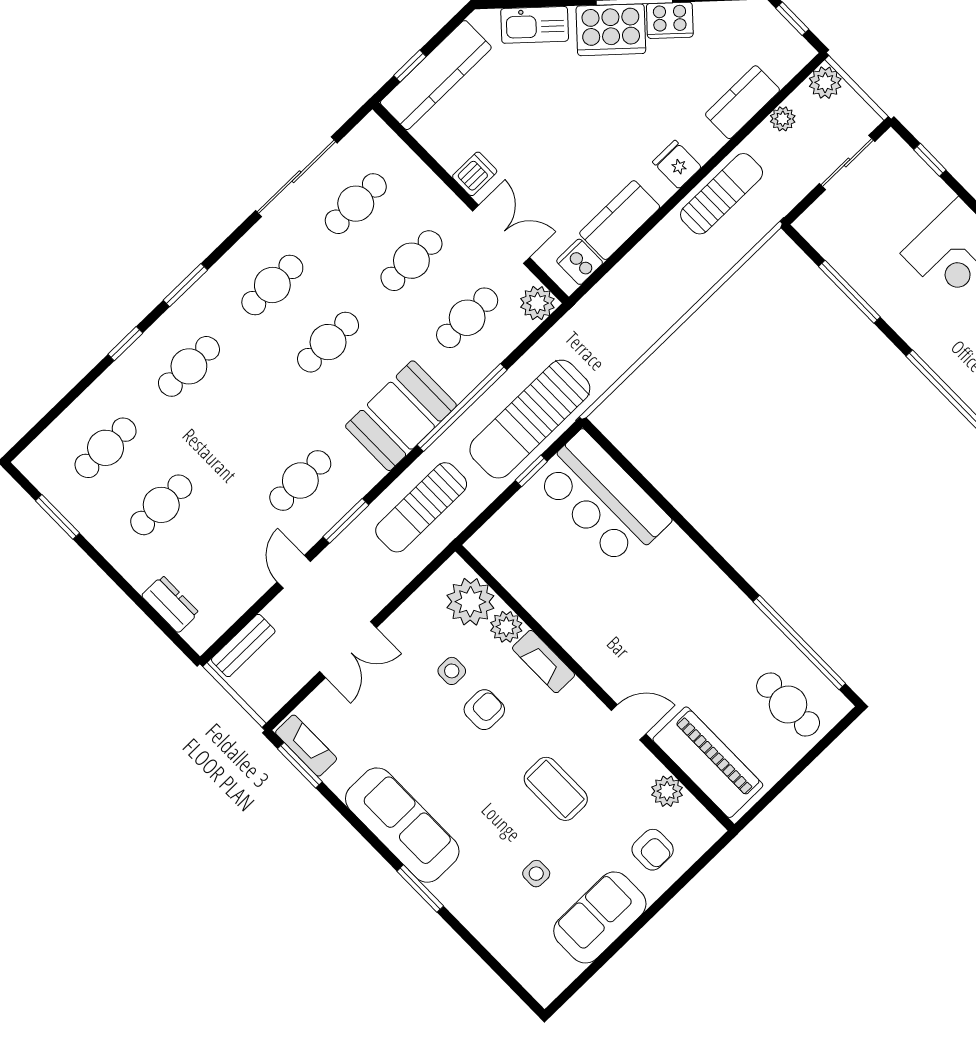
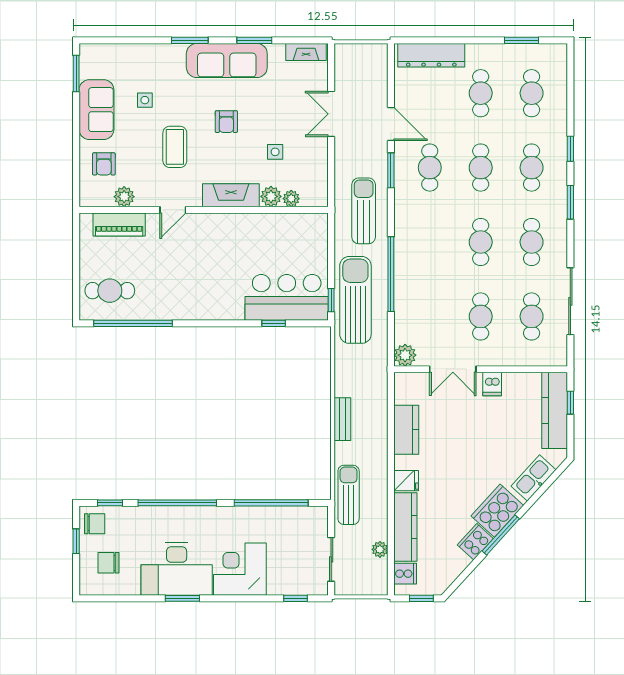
plant: (825, 83) -> (378, 585), removed
kitchen counter: (742, 102) -> (405, 527), width x1.50
sun lounger: (722, 194) -> (349, 495), moved, turned 180
cooker: (580, 262) -> (405, 574), moved
window: (849, 292) -> (271, 503), width x1.46
cafe table: (467, 318) -> (481, 168), moved
booth: (401, 416) -> (414, 242), removed
window: (531, 471) -> (331, 300), moved
window: (646, 485) -> (274, 323), added
door: (294, 572) -> (391, 124), width x1.38
plant: (470, 602) -> (291, 199), width x0.53, depth x0.53
dresser: (170, 604) -> (431, 55), width x1.96, depth x1.24
bench: (243, 646) -> (342, 419), moved
fireplace: (544, 662) -> (231, 195), width x1.37, depth x1.32
armchair: (484, 710) -> (226, 122), moved
piano: (708, 762) -> (119, 224), width x0.73, depth x0.75
window: (300, 765) -> (254, 40), moved
coffee table: (556, 789) -> (175, 147), turned 90
armchair: (653, 850) -> (104, 164), turned -90
window: (582, 980) -> (76, 74), added

